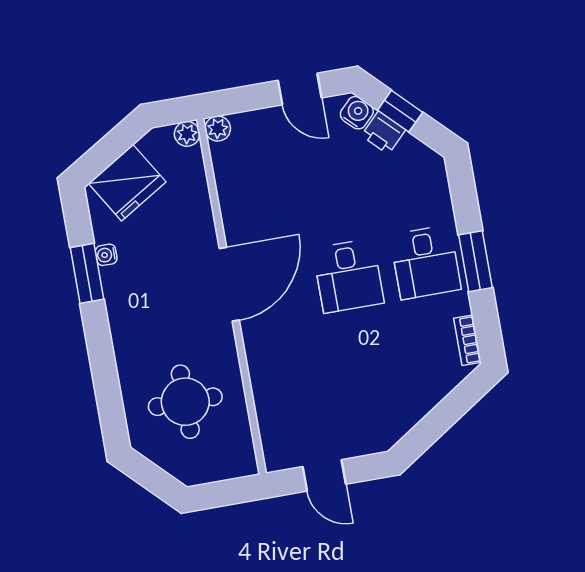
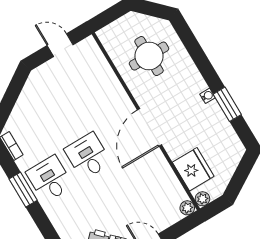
fridge: (127, 183) -> (193, 169), moved, turned 121
water cooler: (106, 255) -> (208, 96), moved

